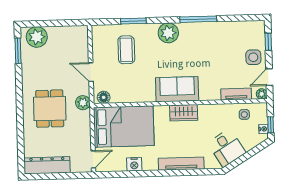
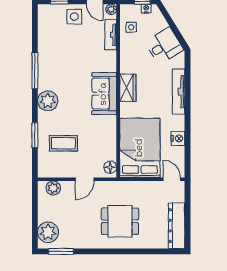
plant: (83, 103) -> (53, 188), moved

